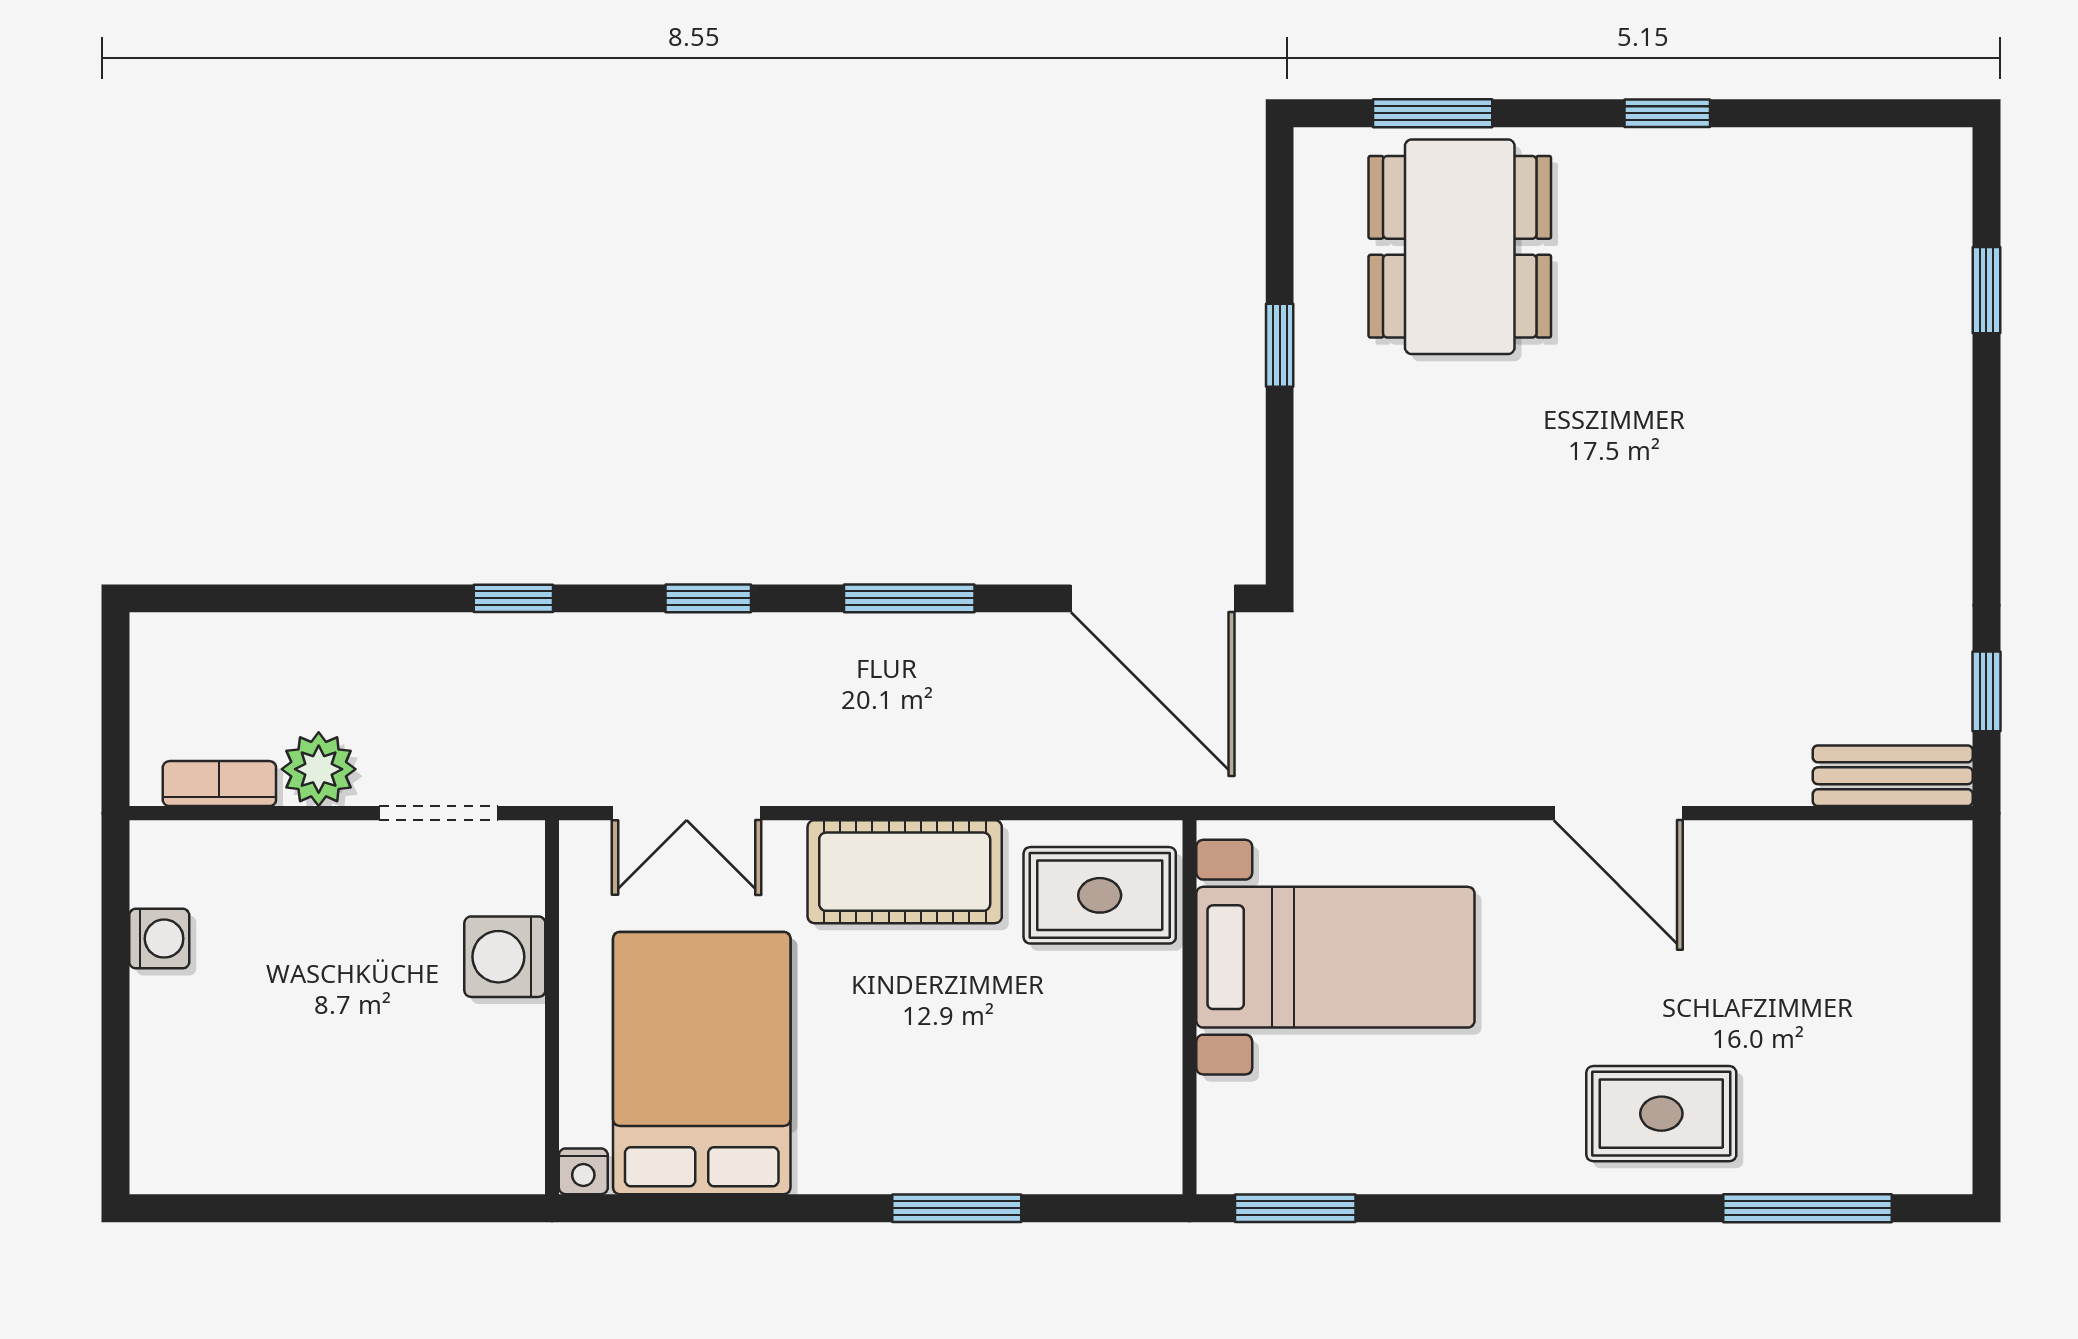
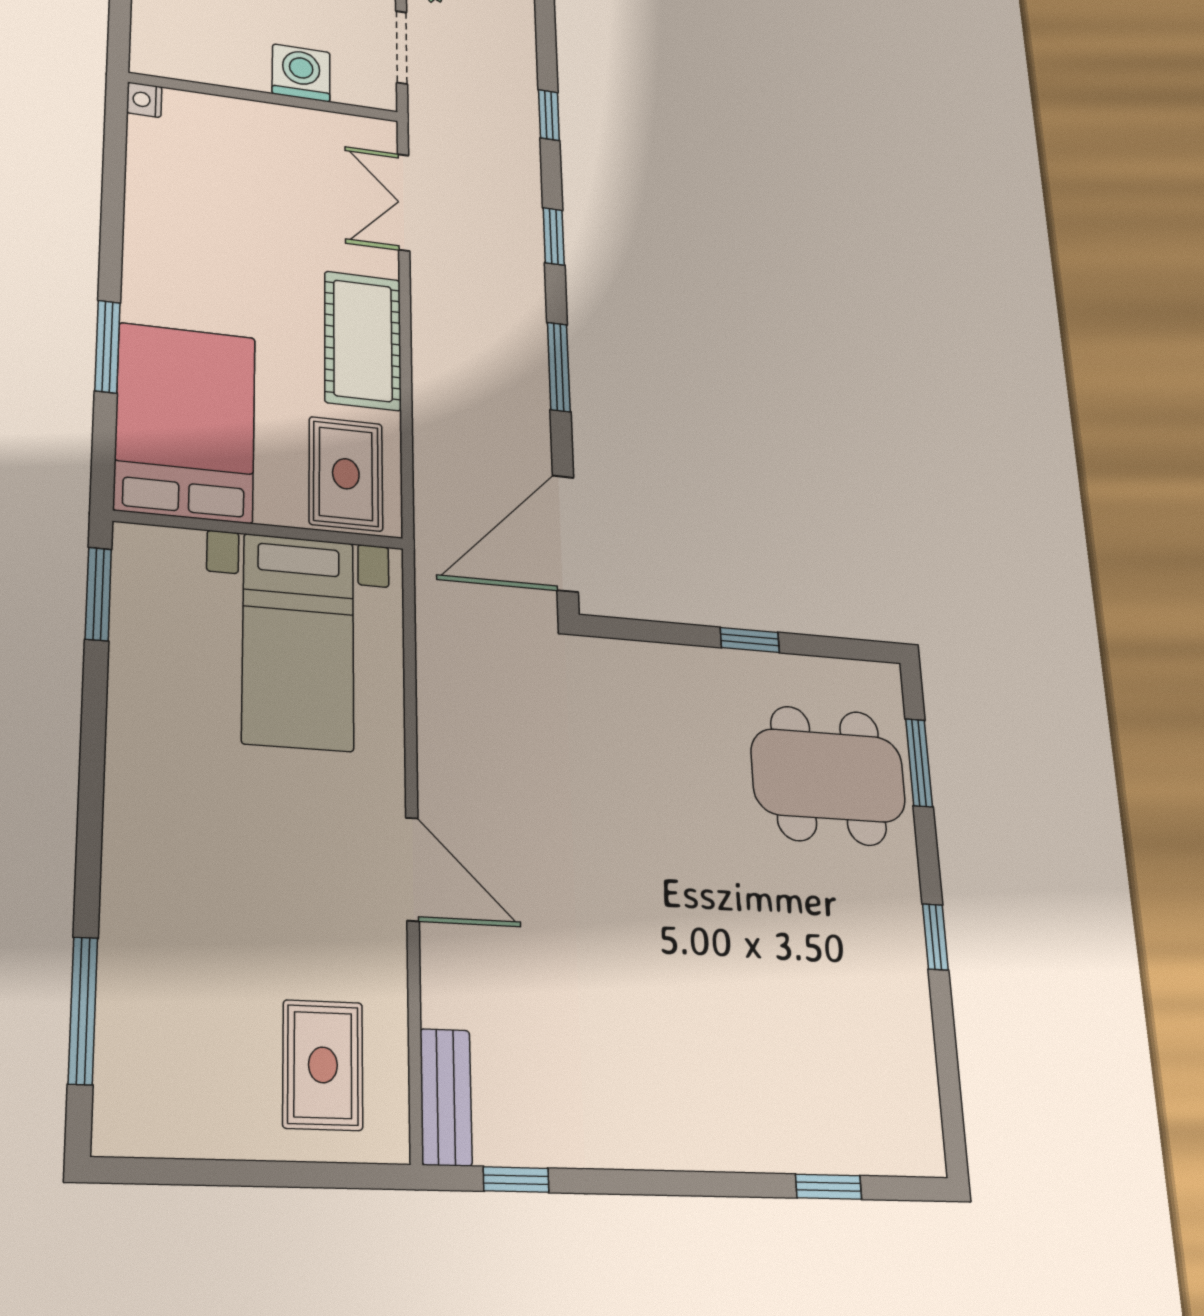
door: (1618, 813) -> (412, 869), swing flipped
bed: (702, 1063) -> (185, 422), moved, turned -90
rug: (1661, 1114) -> (323, 1065), moved

